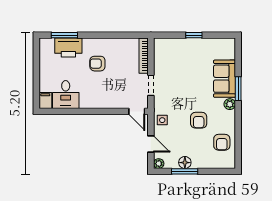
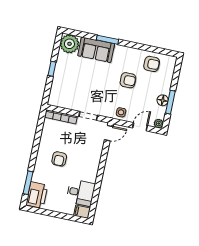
printer: (68, 48) -> (37, 195), moved
plant: (230, 104) -> (69, 44), moved, width x1.88, depth x1.88

